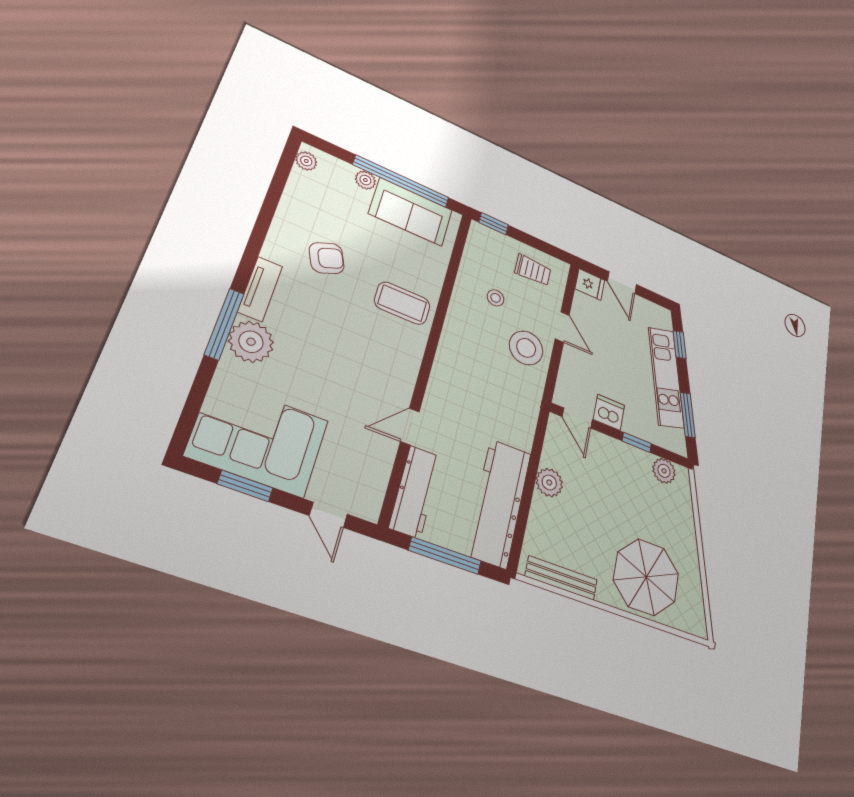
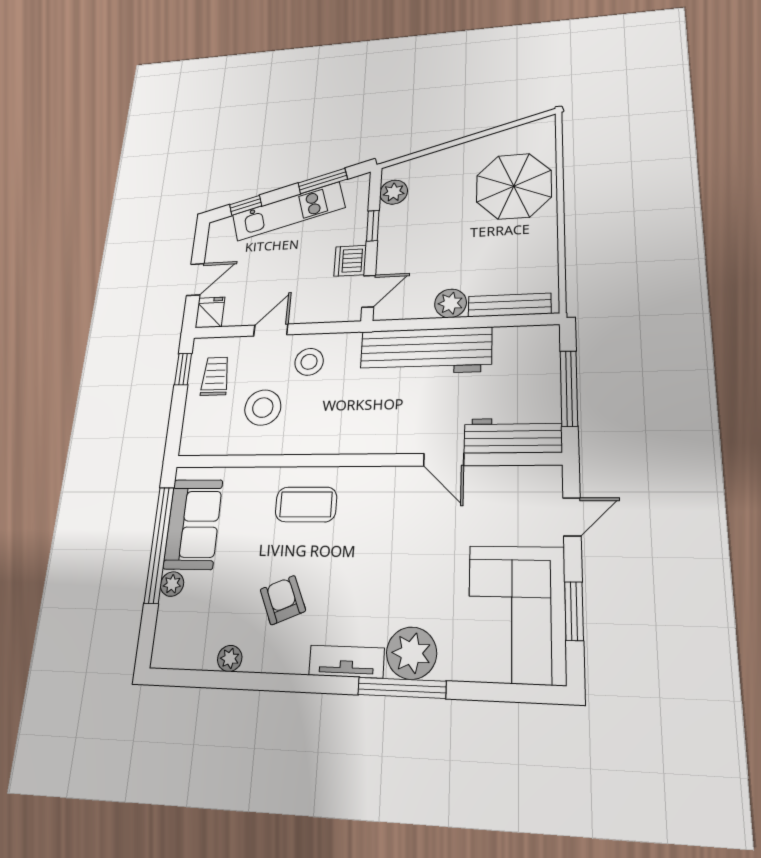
plant: (306, 161) -> (230, 658), moved
window: (494, 224) -> (183, 369), moved
stool: (496, 298) -> (263, 408), width x1.89, depth x1.89
coffee table: (402, 303) -> (306, 504), turned 90
stool: (526, 348) -> (309, 362), width x0.73, depth x0.73
workbench: (498, 503) -> (426, 351), moved
bench: (561, 578) -> (509, 305), moved, turned 90

